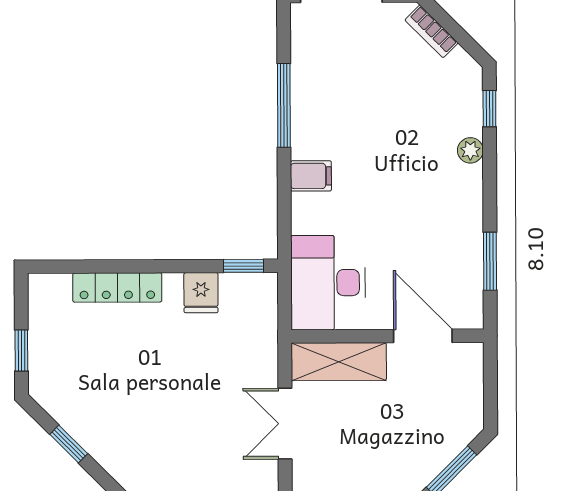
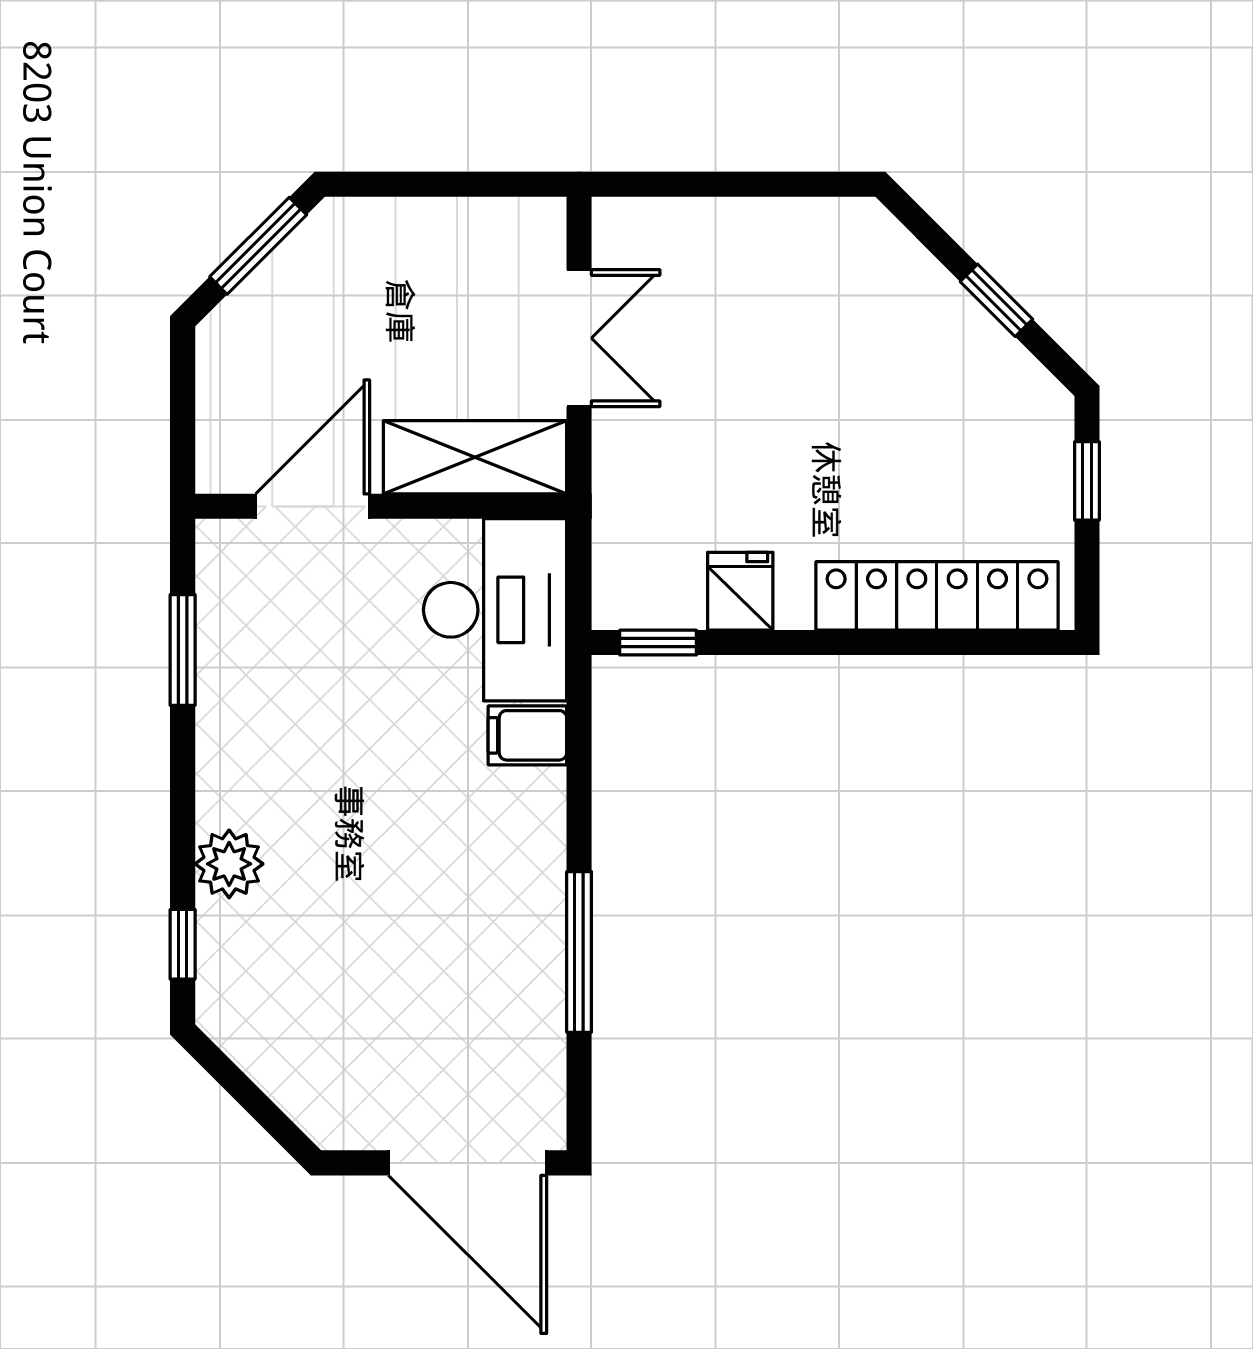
bookcase: (432, 31) -> (294, 1094), removed
plant: (470, 150) -> (229, 864), width x1.38, depth x1.38
filing cabinet: (311, 176) -> (527, 735), moved
locker: (117, 287) -> (937, 596), width x1.41, depth x1.21
door: (423, 336) -> (313, 506), swing flipped

